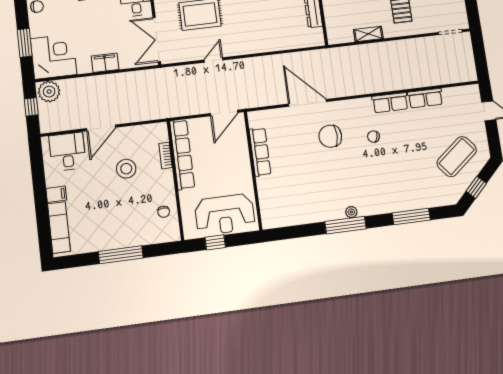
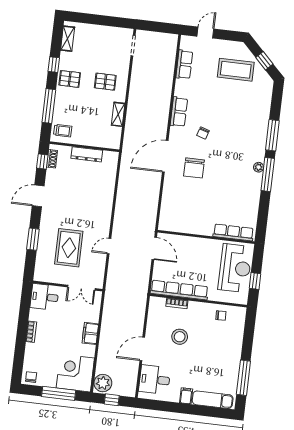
double door: (157, 40) -> (81, 288), width x0.73
window: (25, 43) -> (59, 393), width x1.44
door: (213, 60) -> (109, 246), hinge flipped
row of seats: (425, 98) -> (184, 65), moved
door: (308, 103) -> (165, 156), moved
door: (101, 128) -> (142, 349), swing flipped
row of seats: (260, 152) -> (233, 232), moved
coffee table: (457, 157) -> (236, 70), turned -51
window: (411, 216) -> (272, 135), moved
window: (121, 255) -> (243, 378), moved

